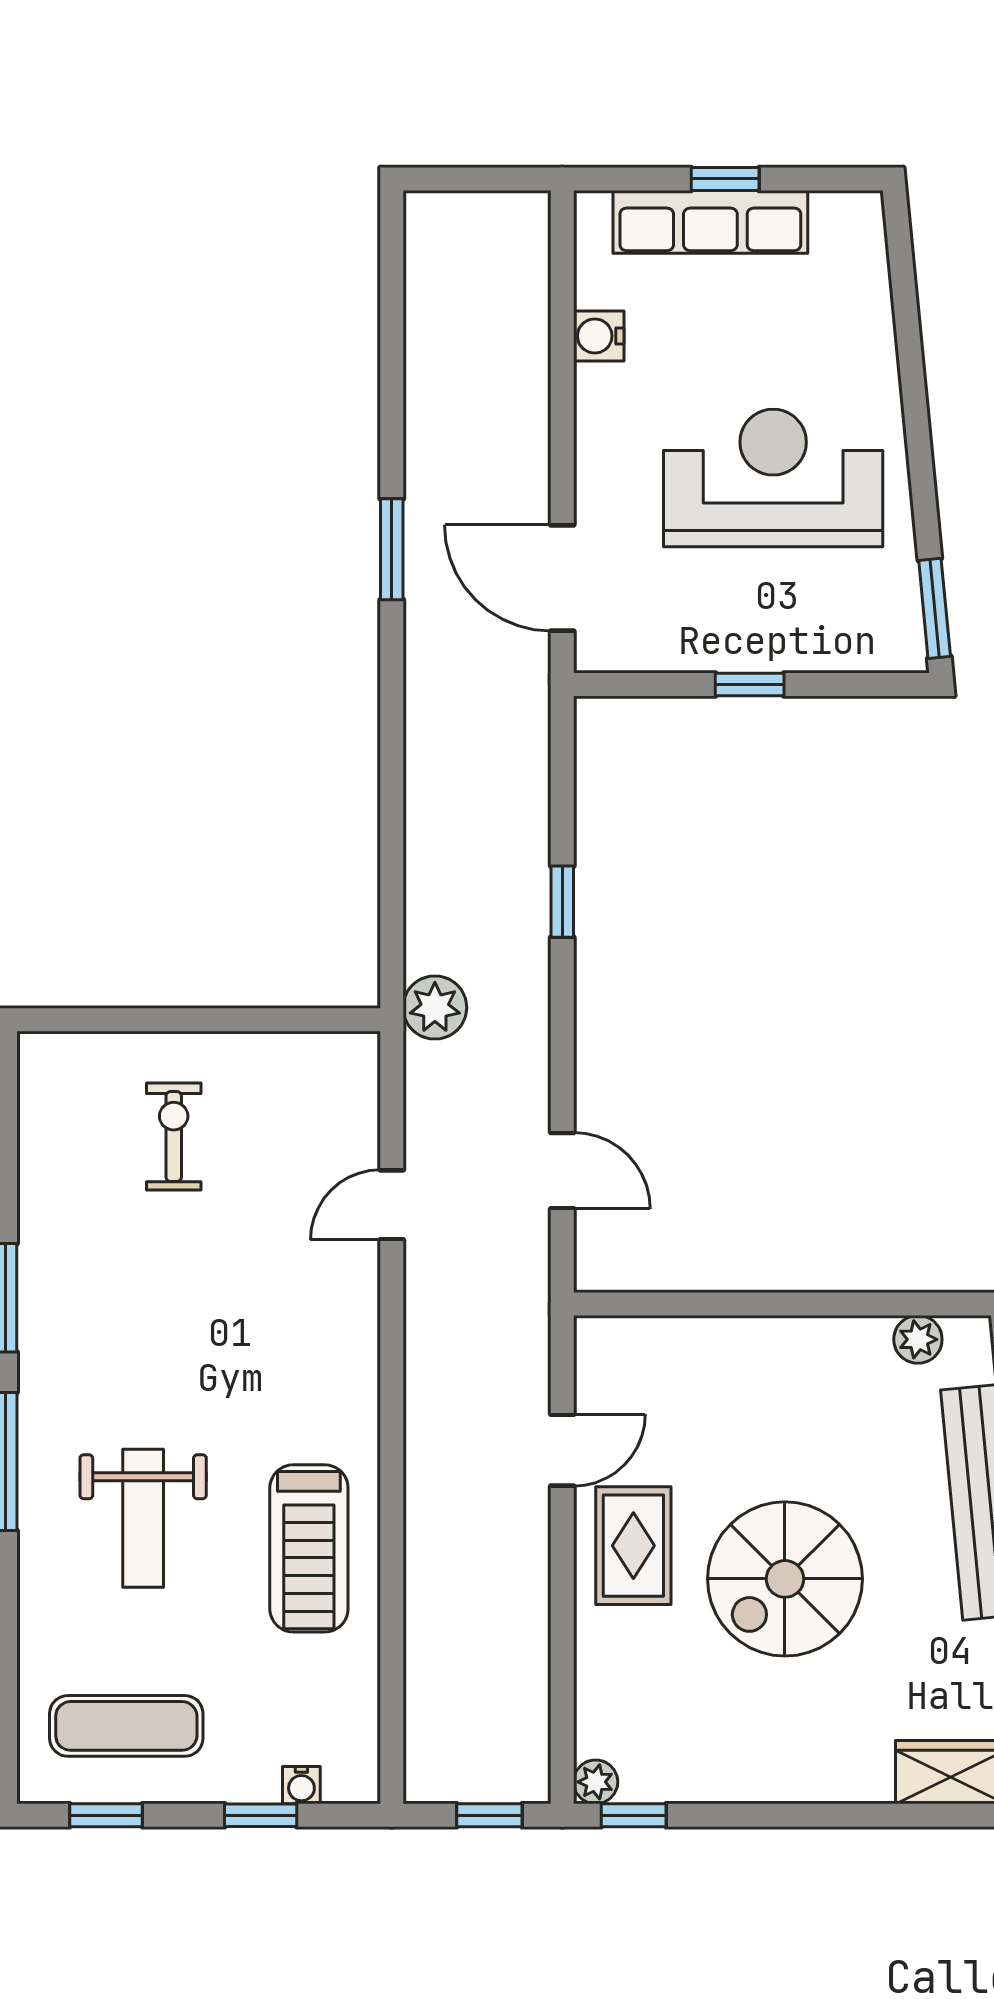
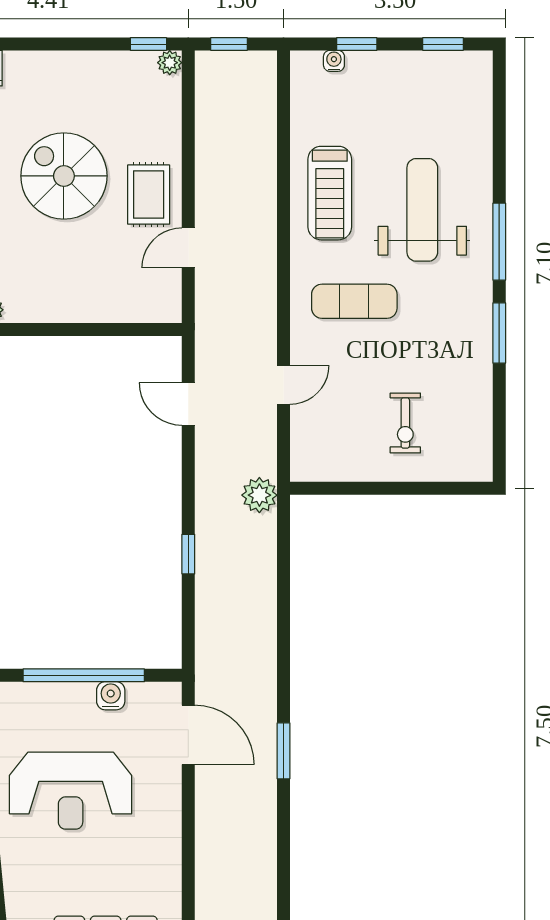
water cooler: (599, 336) -> (111, 696), moved, turned -90
window: (750, 685) -> (84, 675), width x3.17
weight bench: (143, 1518) -> (422, 210), width x1.36, depth x1.33
treadmill: (309, 1548) -> (330, 193), turned 180
spiral stairs: (785, 1579) -> (64, 176), turned -90
exercise mat: (126, 1726) -> (354, 301), moved

